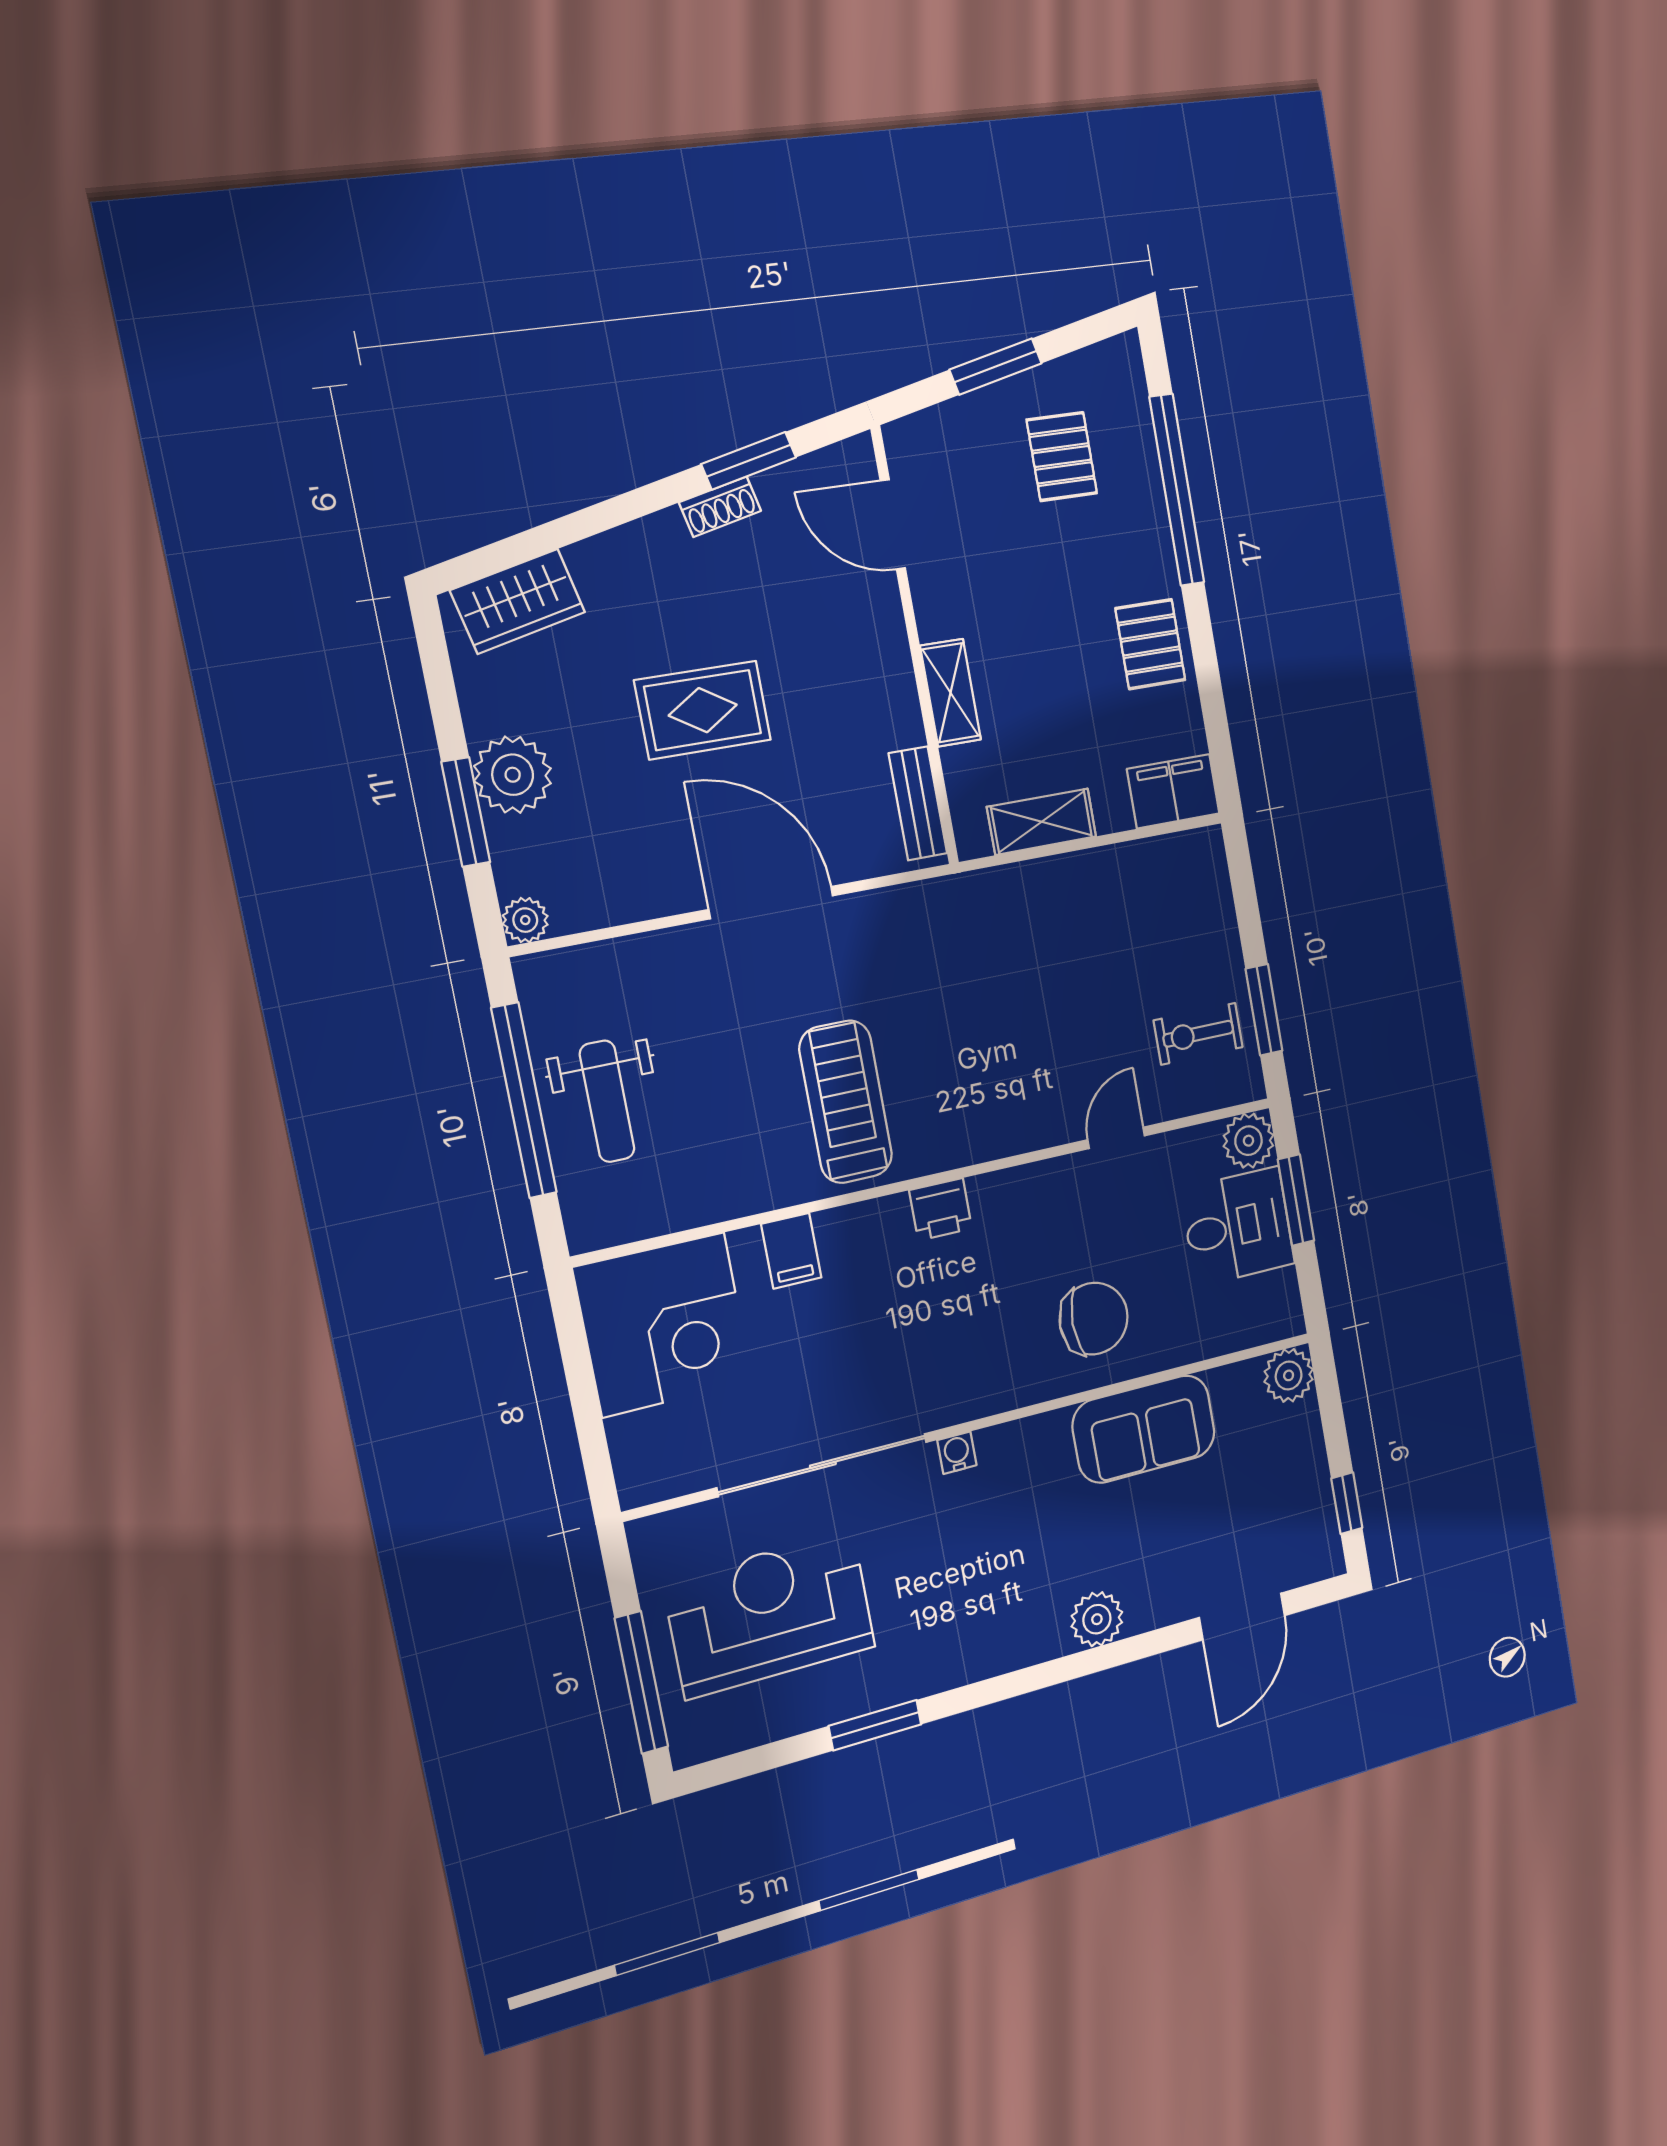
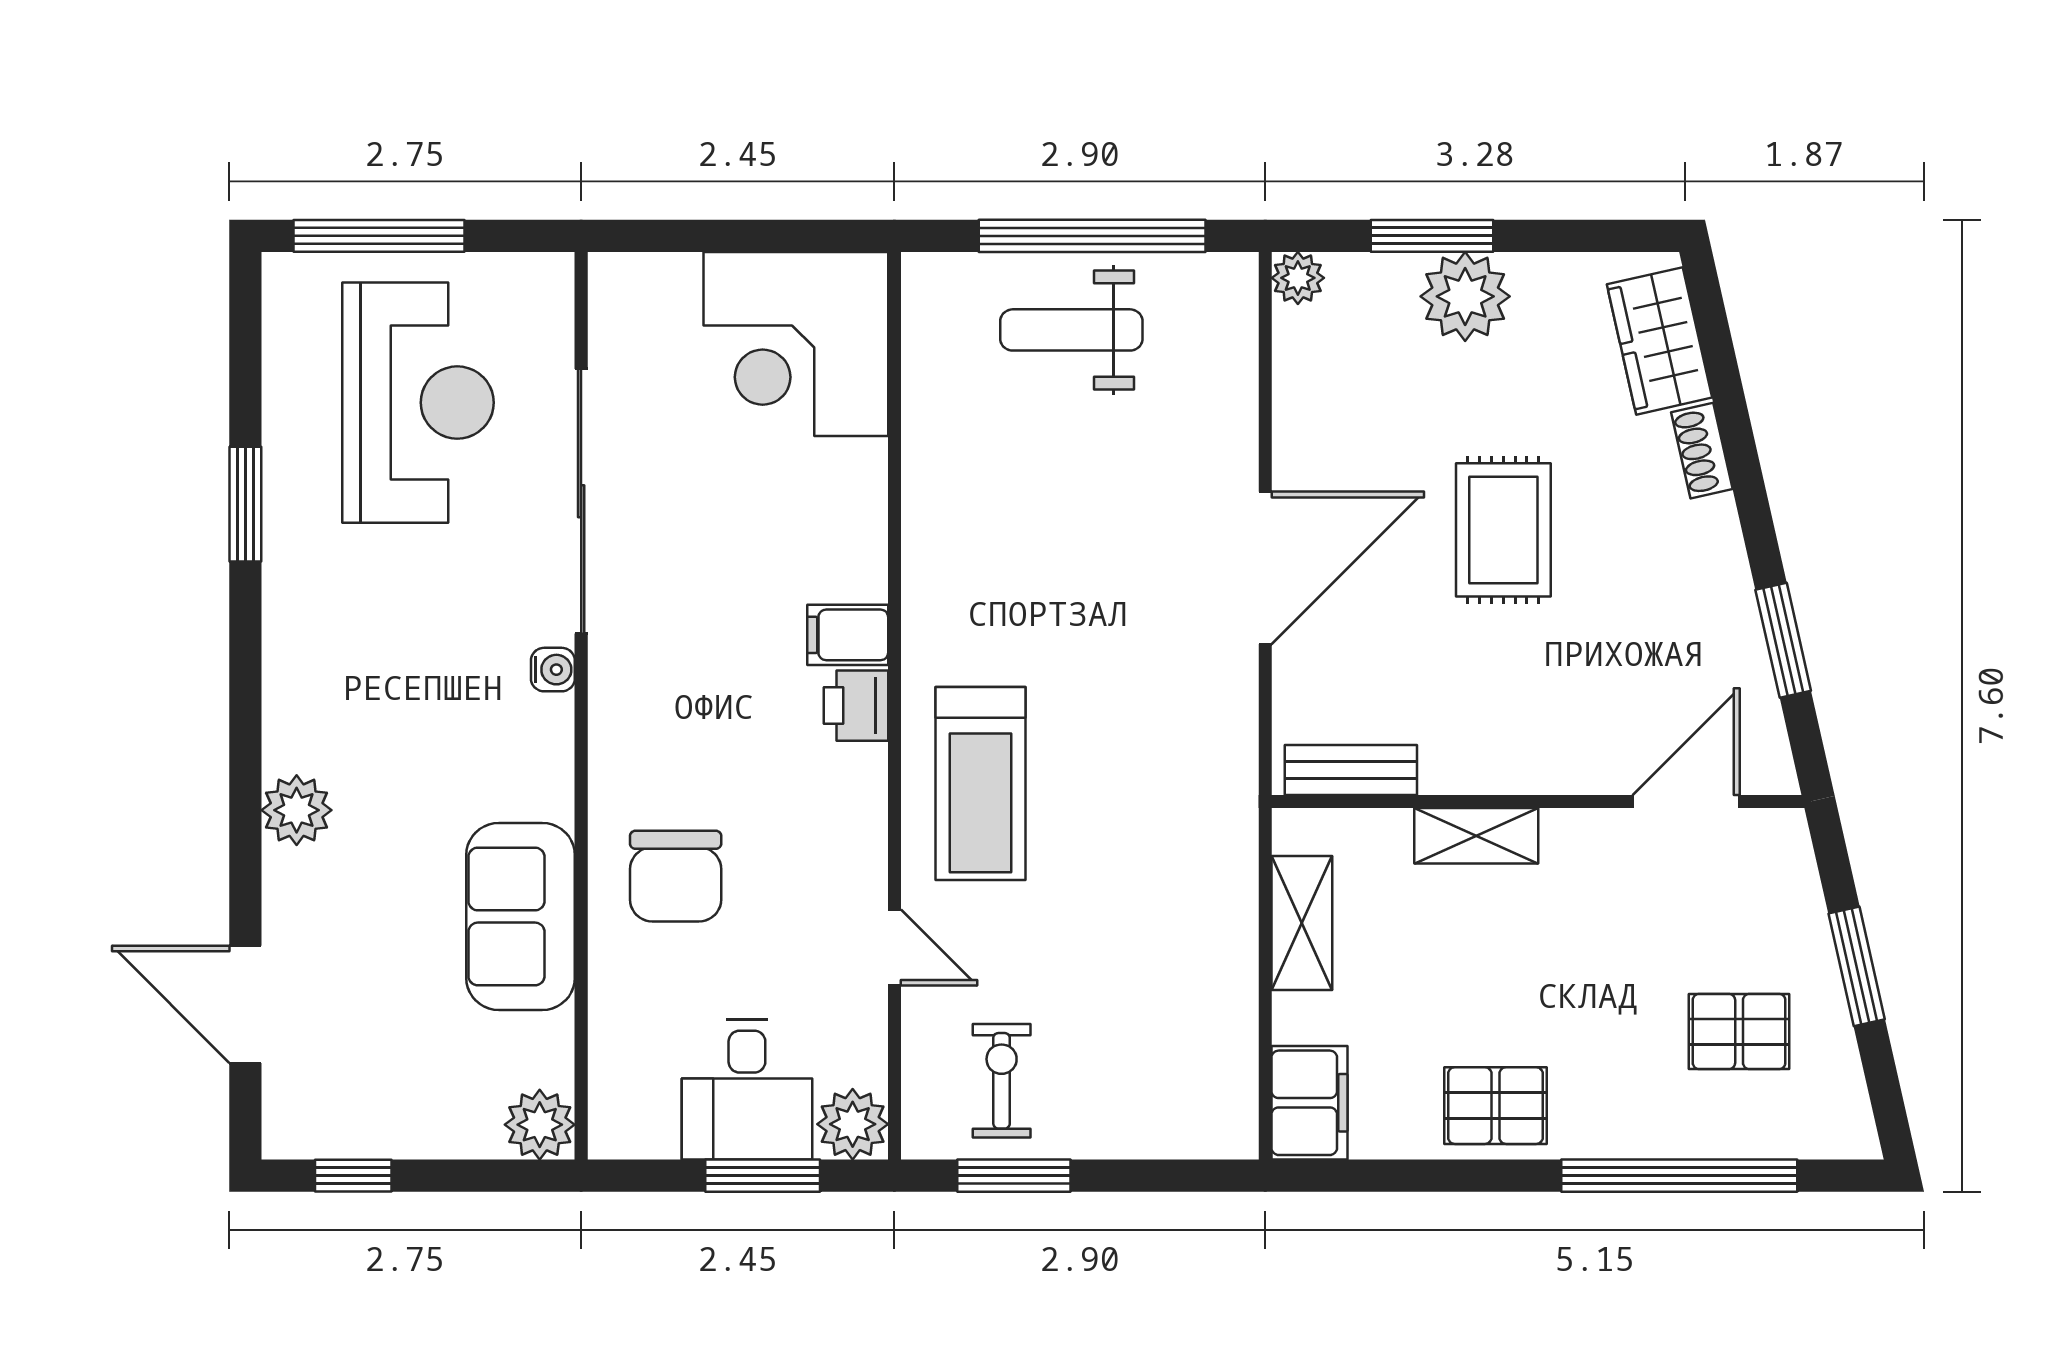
shoe rack: (720, 507) -> (1702, 451), moved
treadmill: (846, 1102) -> (980, 784), moved, turned 90
filing cabinet: (791, 1251) -> (848, 635), moved

